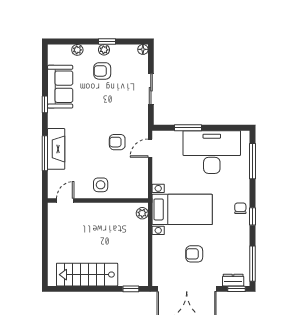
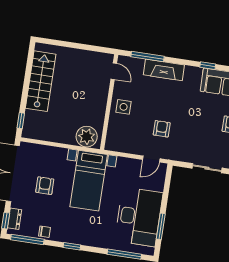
window: (188, 128) -> (161, 226), moved
door: (150, 148) -> (151, 159), swing flipped
window: (45, 153) -> (147, 57), moved
chair: (240, 208) -> (45, 232), moved
plant: (142, 213) -> (87, 137), width x1.87, depth x1.87

